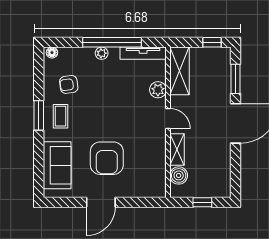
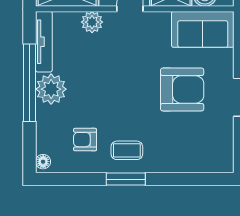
plant: (102, 53) -> (51, 89), width x1.87, depth x1.87
armchair: (69, 84) -> (85, 140), turned 98
sofa: (57, 165) -> (203, 29), moved, turned 180

